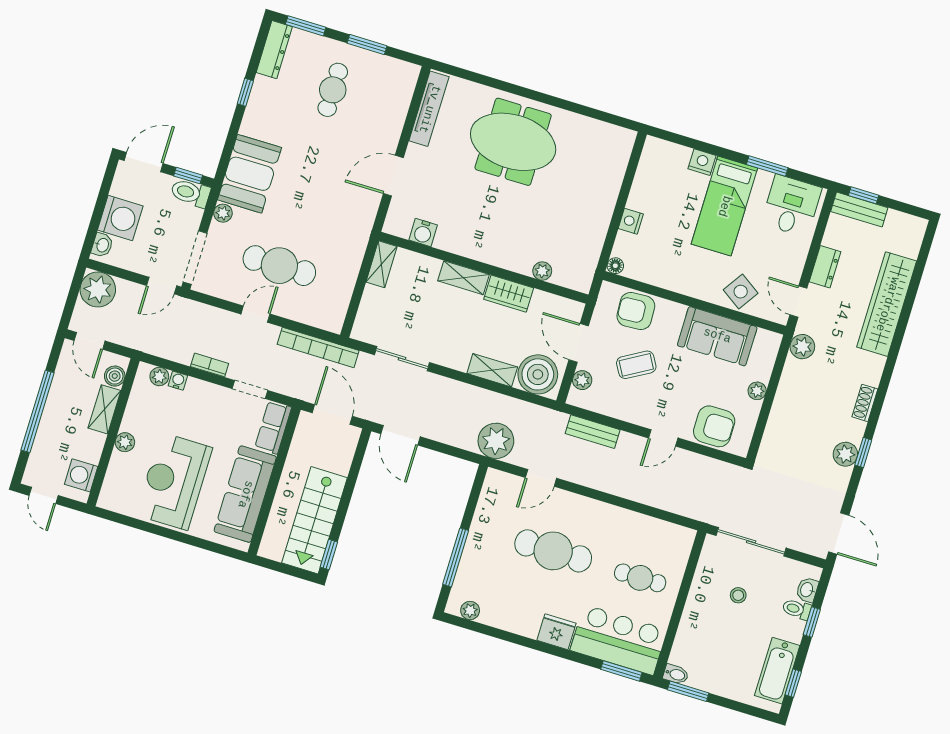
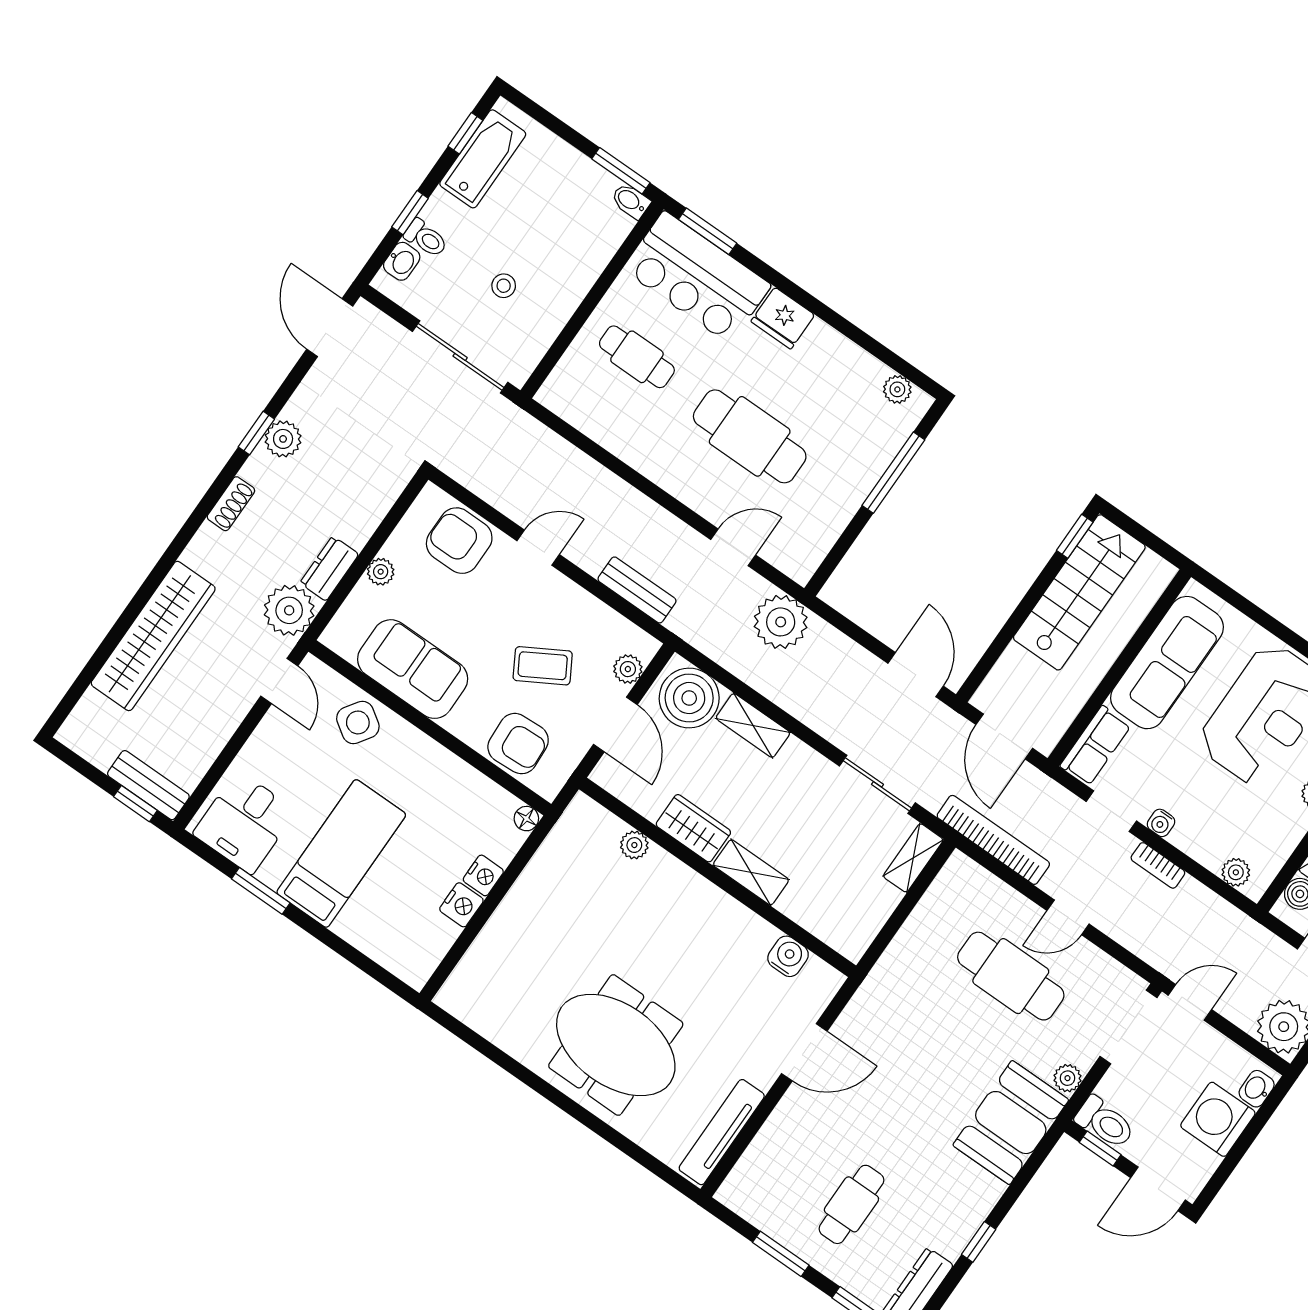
nightstand: (702, 162) -> (461, 905), moved, turned -90
shelving: (381, 264) -> (913, 858), moved
dresser: (825, 267) -> (329, 569), moved
plant: (802, 347) -> (289, 610), width x1.36, depth x1.36
water cooler: (178, 381) -> (1161, 823), moved

